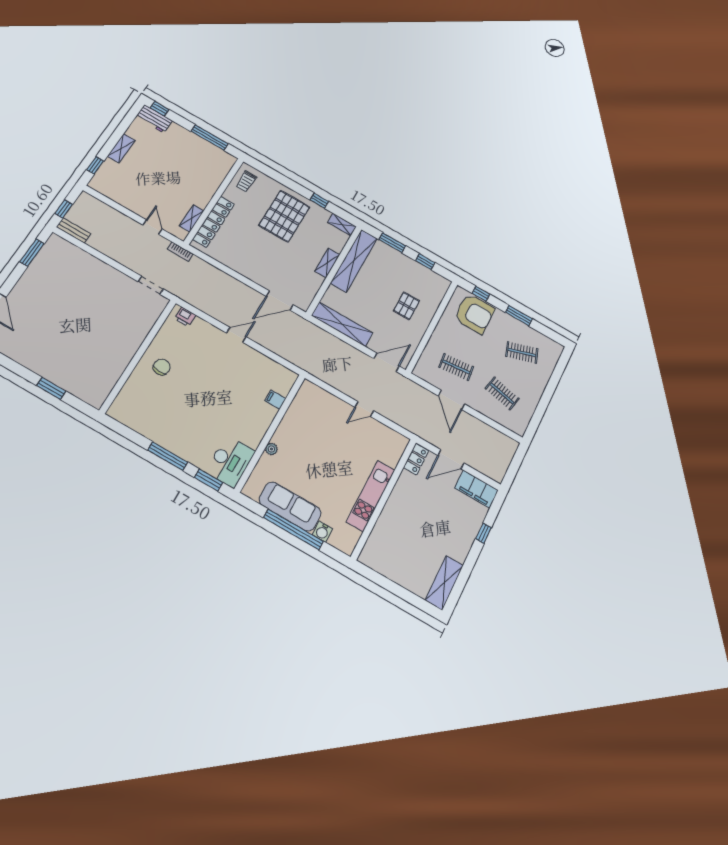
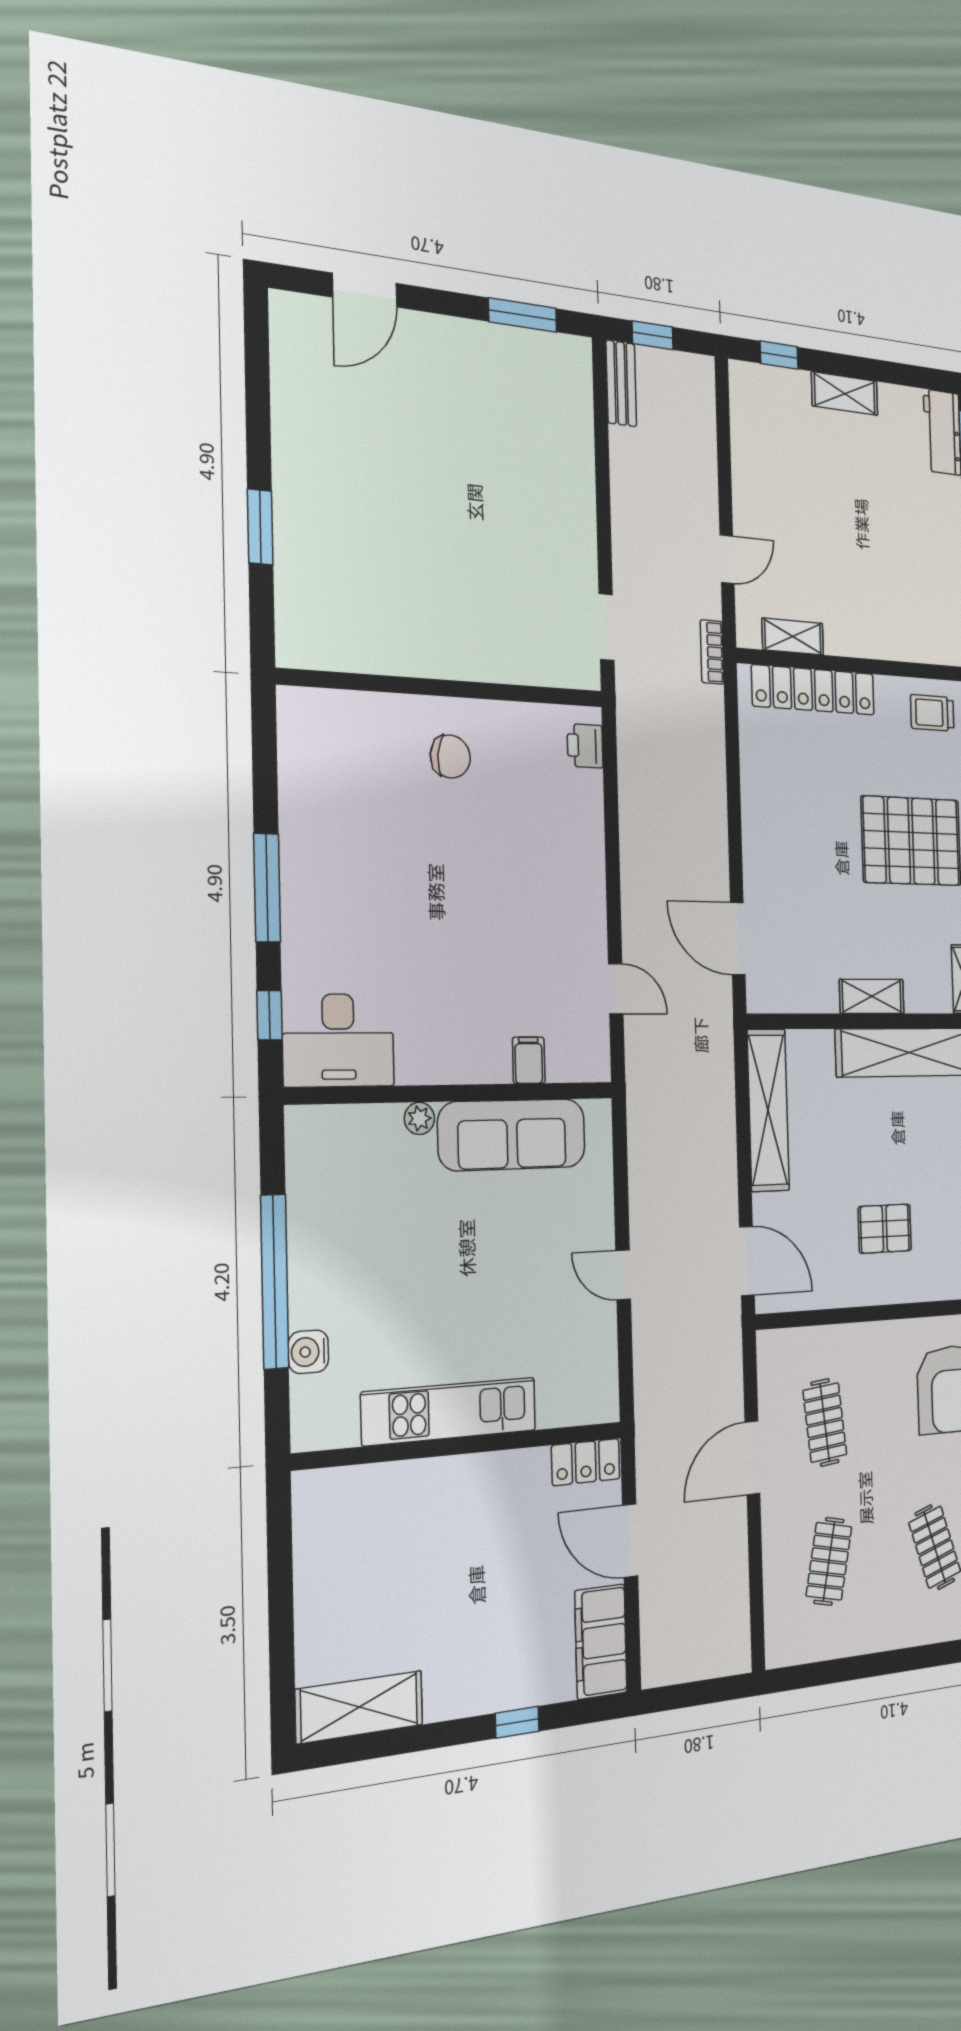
door: (236, 335) -> (616, 989), moved
window: (209, 480) -> (270, 1015), width x0.67
sofa: (290, 506) -> (512, 1135), moved, turned 90

